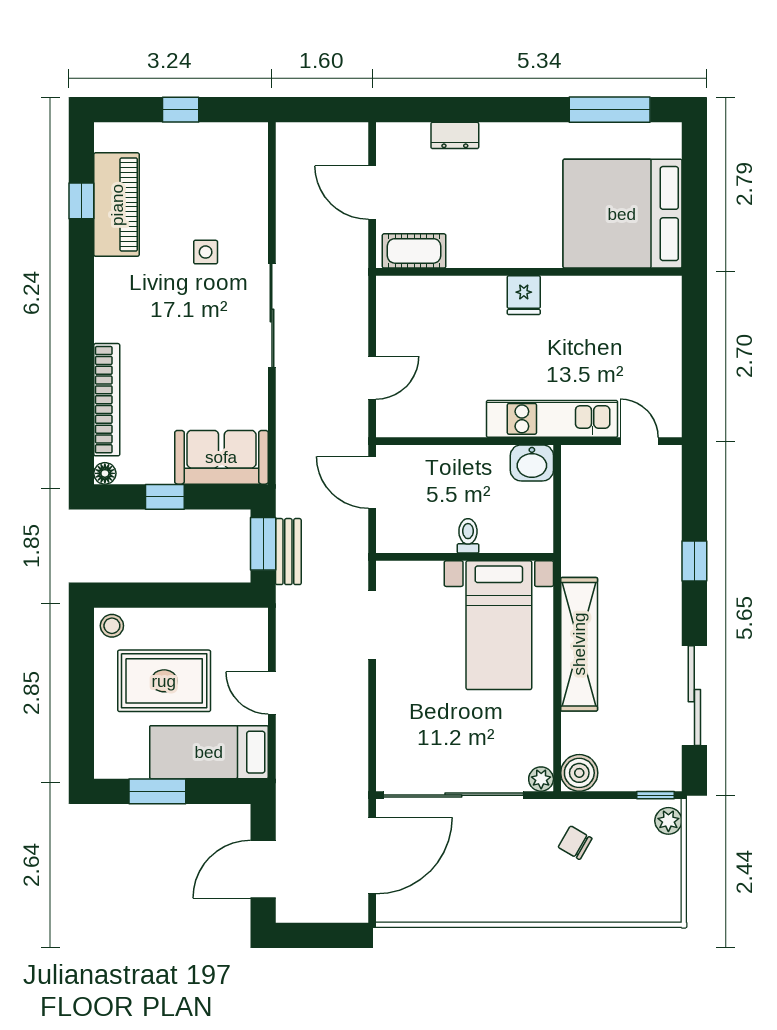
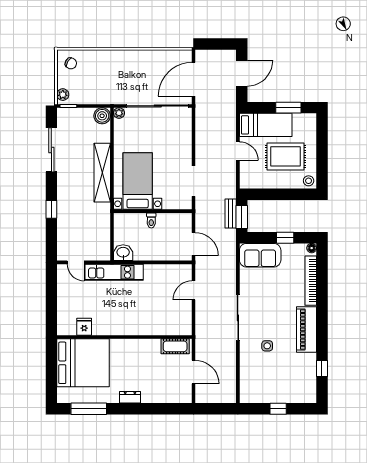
dresser: (455, 135) -> (130, 397), moved
piano: (117, 205) -> (307, 329), moved
fridge: (524, 295) -> (84, 327), moved
chair: (575, 843) -> (71, 63), moved

